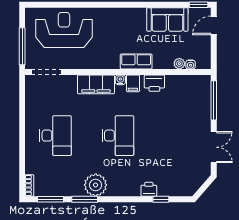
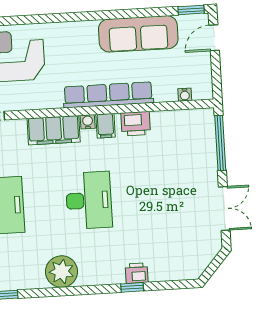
sofa: (167, 19) -> (138, 34), width x1.36
row of seats: (136, 62) -> (108, 95), width x2.02
plant: (179, 64) -> (169, 94), removed
window: (85, 199) -> (47, 292), removed
window: (161, 199) -> (132, 287), moved

